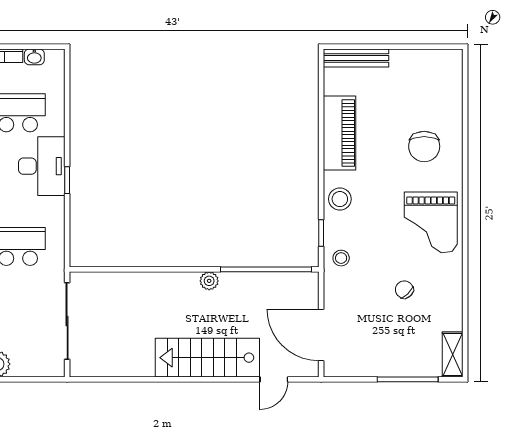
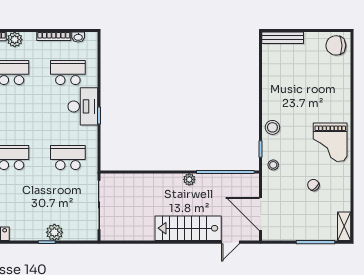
piano: (340, 133) -> (272, 85), removed
chair: (424, 146) -> (336, 45), moved, turned 89

